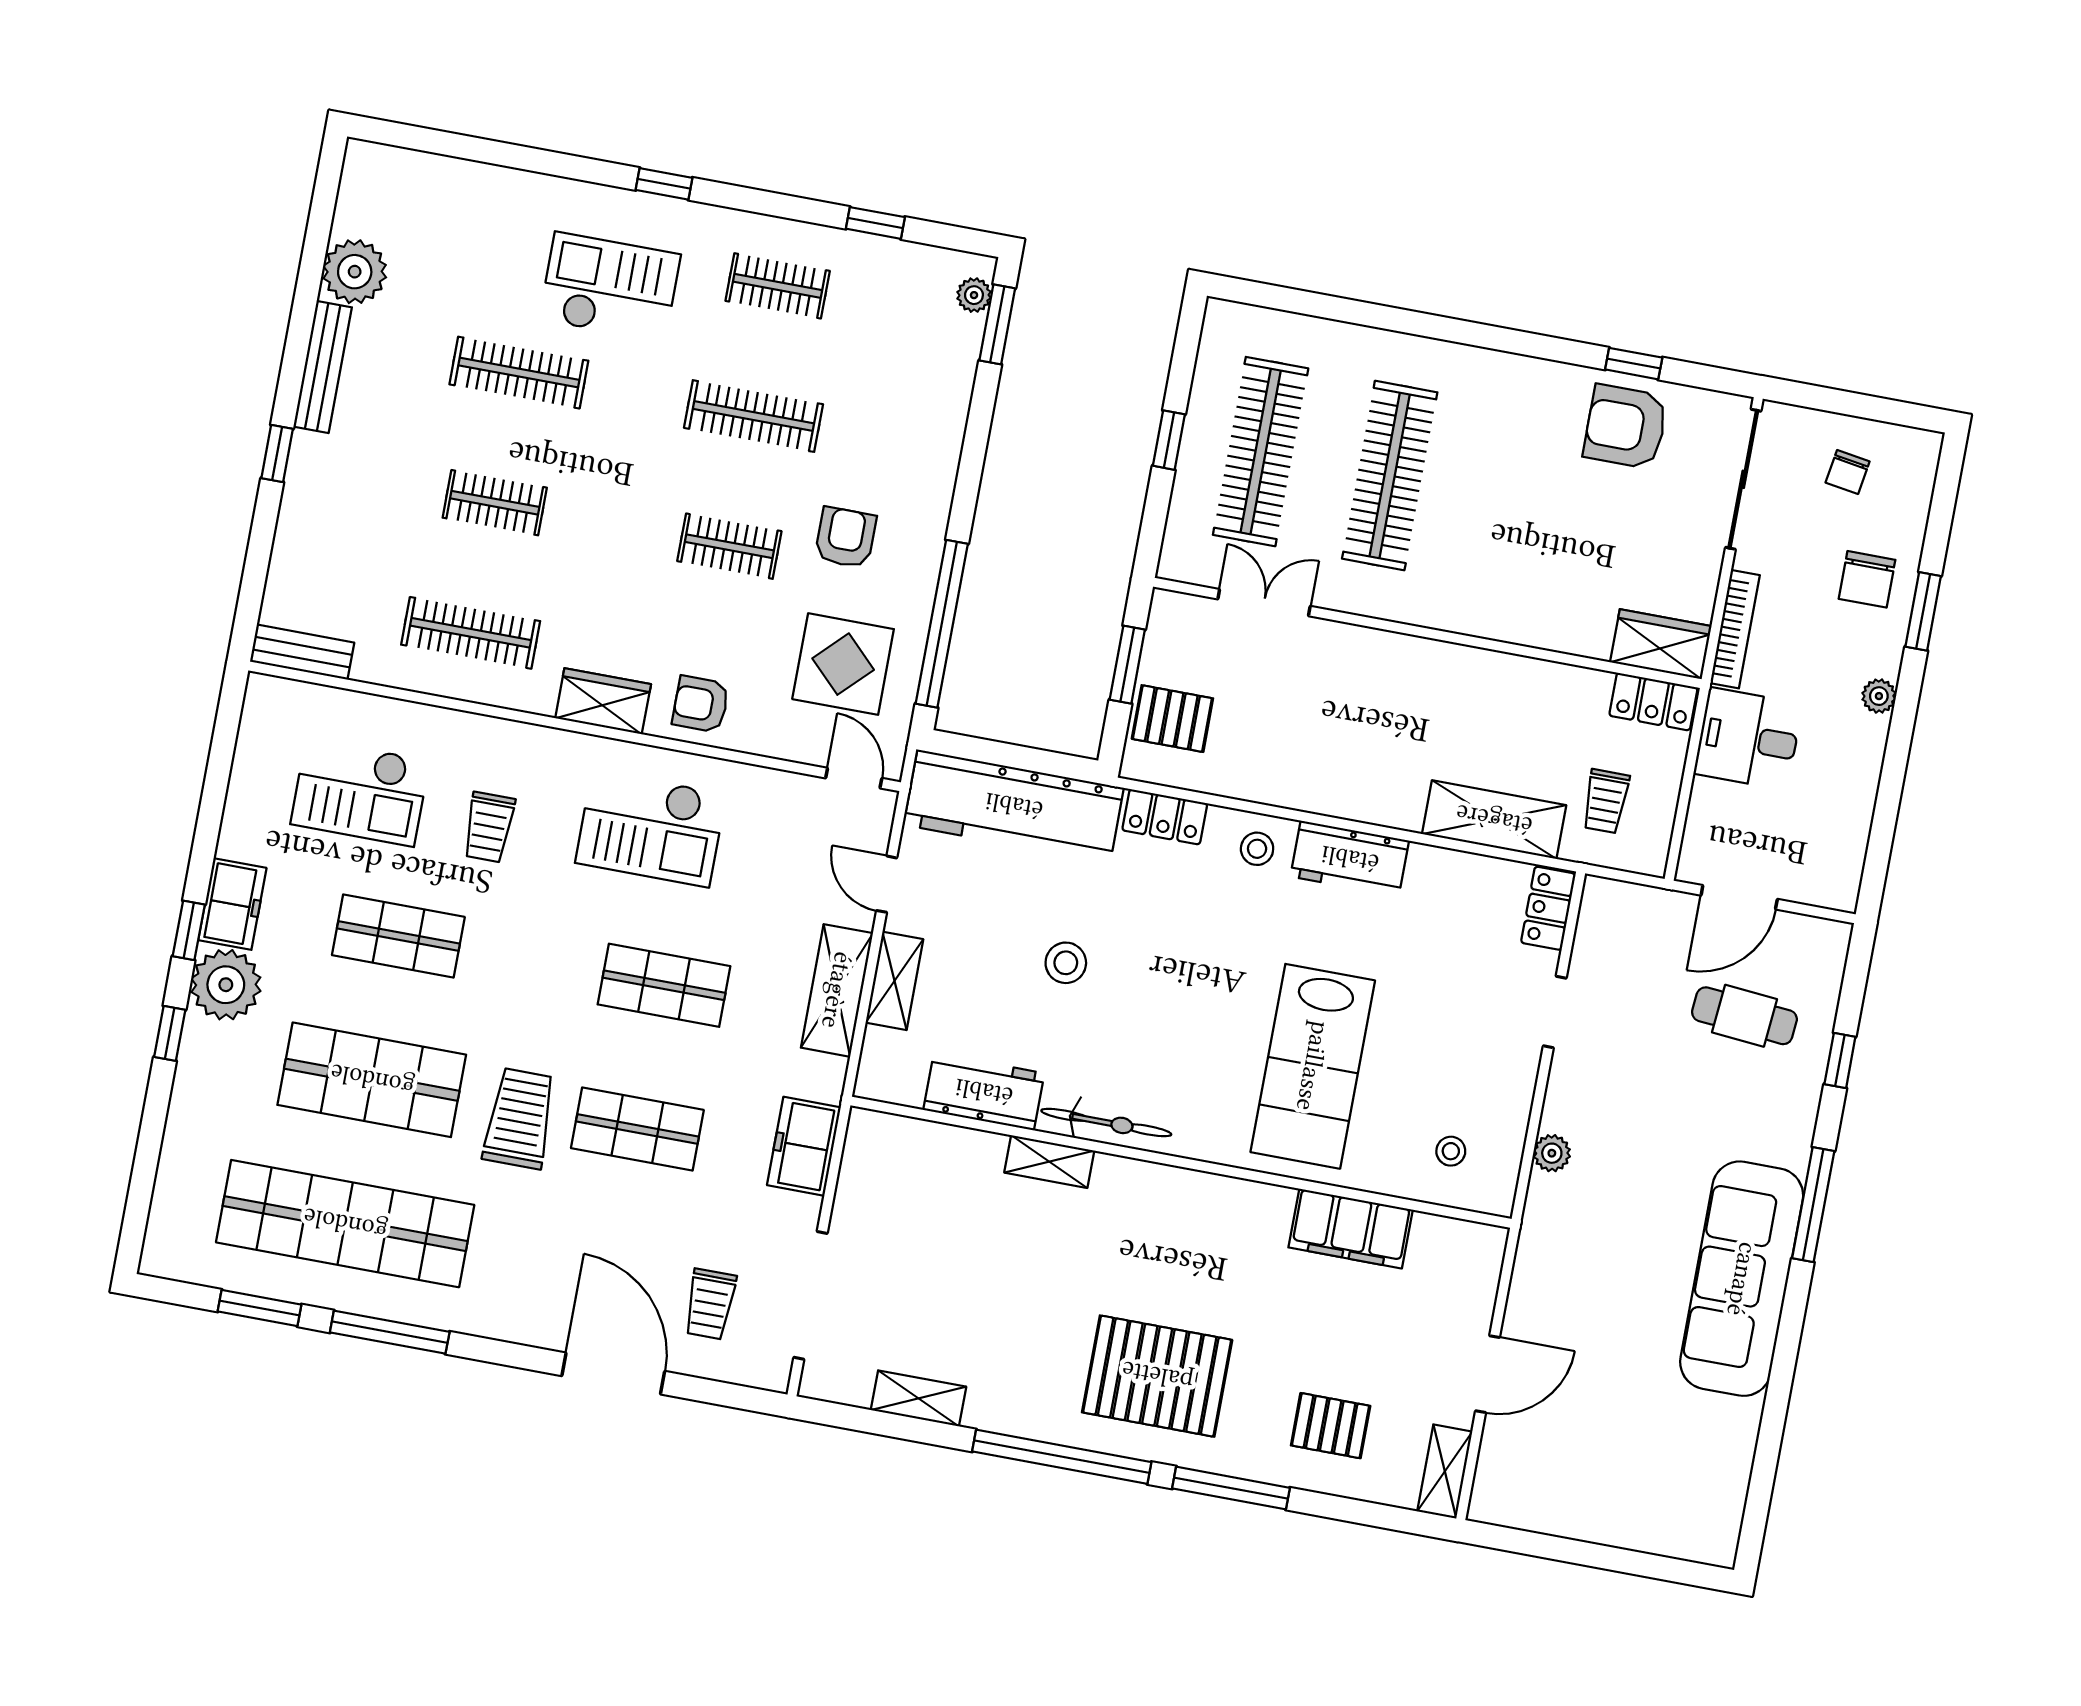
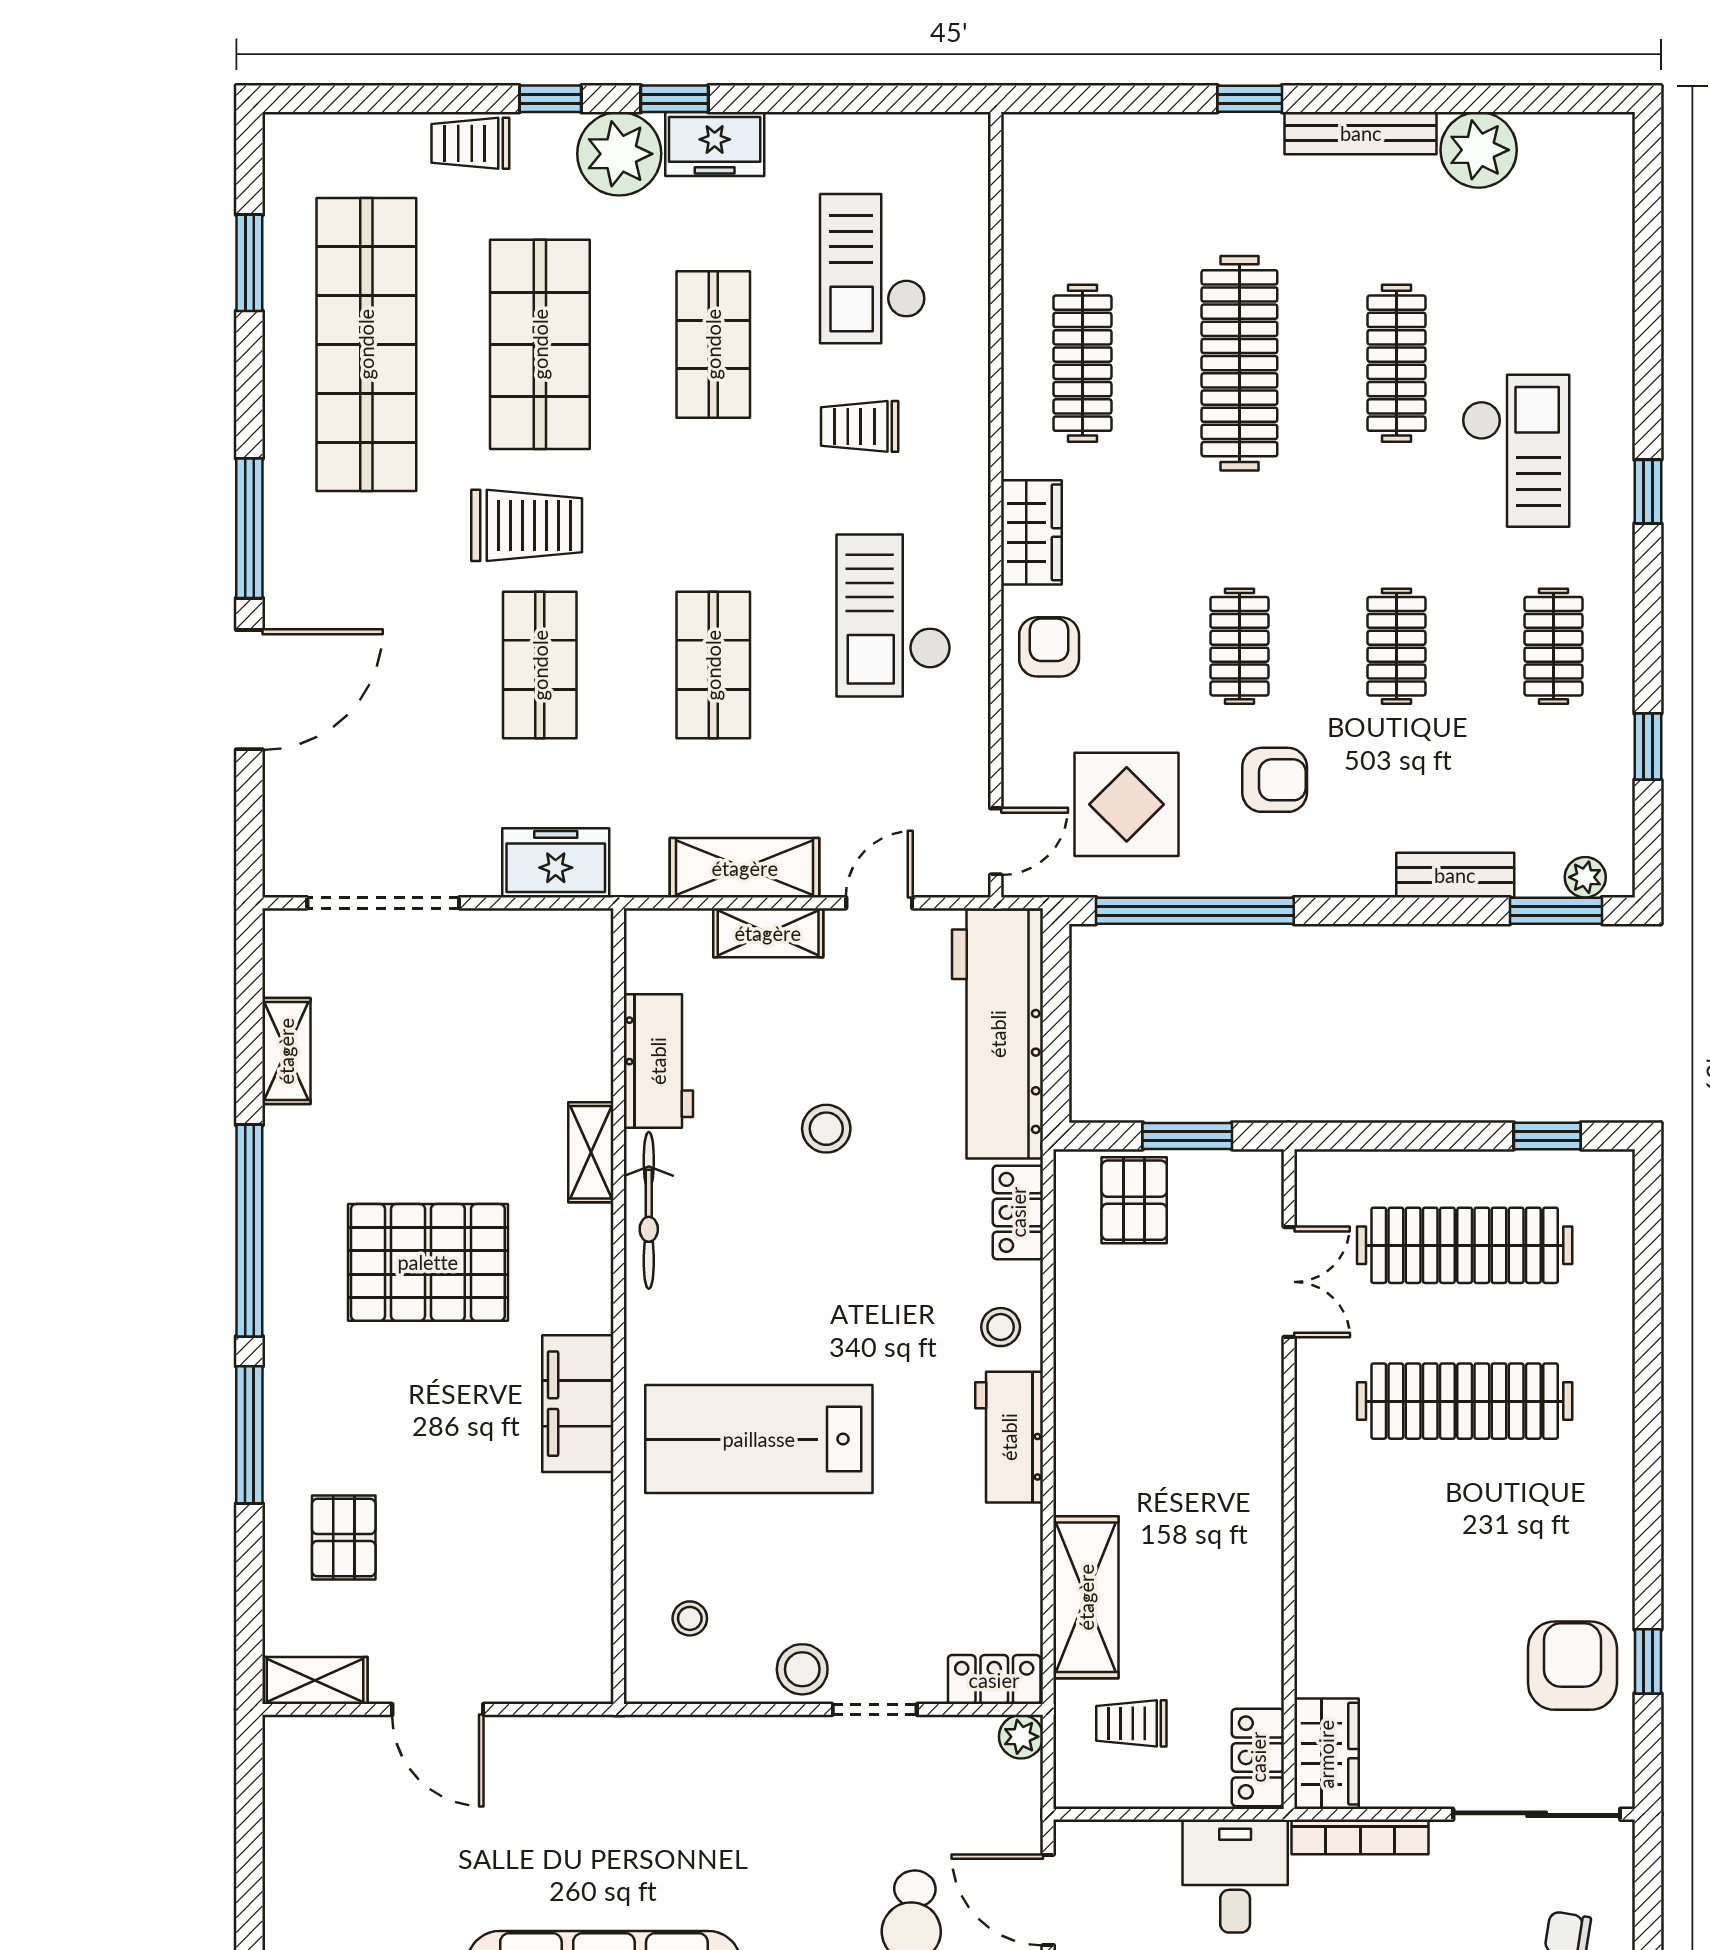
clothes rail: (753, 416) -> (1396, 646), width x0.73
window: (1169, 440) -> (1547, 1136), moved
clothes rail: (495, 503) -> (1239, 363), width x1.86, depth x1.31
bench: (302, 652) -> (1455, 875), moved, turned 90
stool: (1510, 1066) -> (802, 1669), added
plant: (1552, 1153) -> (1021, 1737), moved
filing cabinet: (1351, 1229) -> (578, 1404), moved
trolley: (710, 1304) -> (470, 143), moved
window: (390, 1332) -> (249, 528), moved
pallet: (1157, 1376) -> (428, 1262), moved, turned 90

